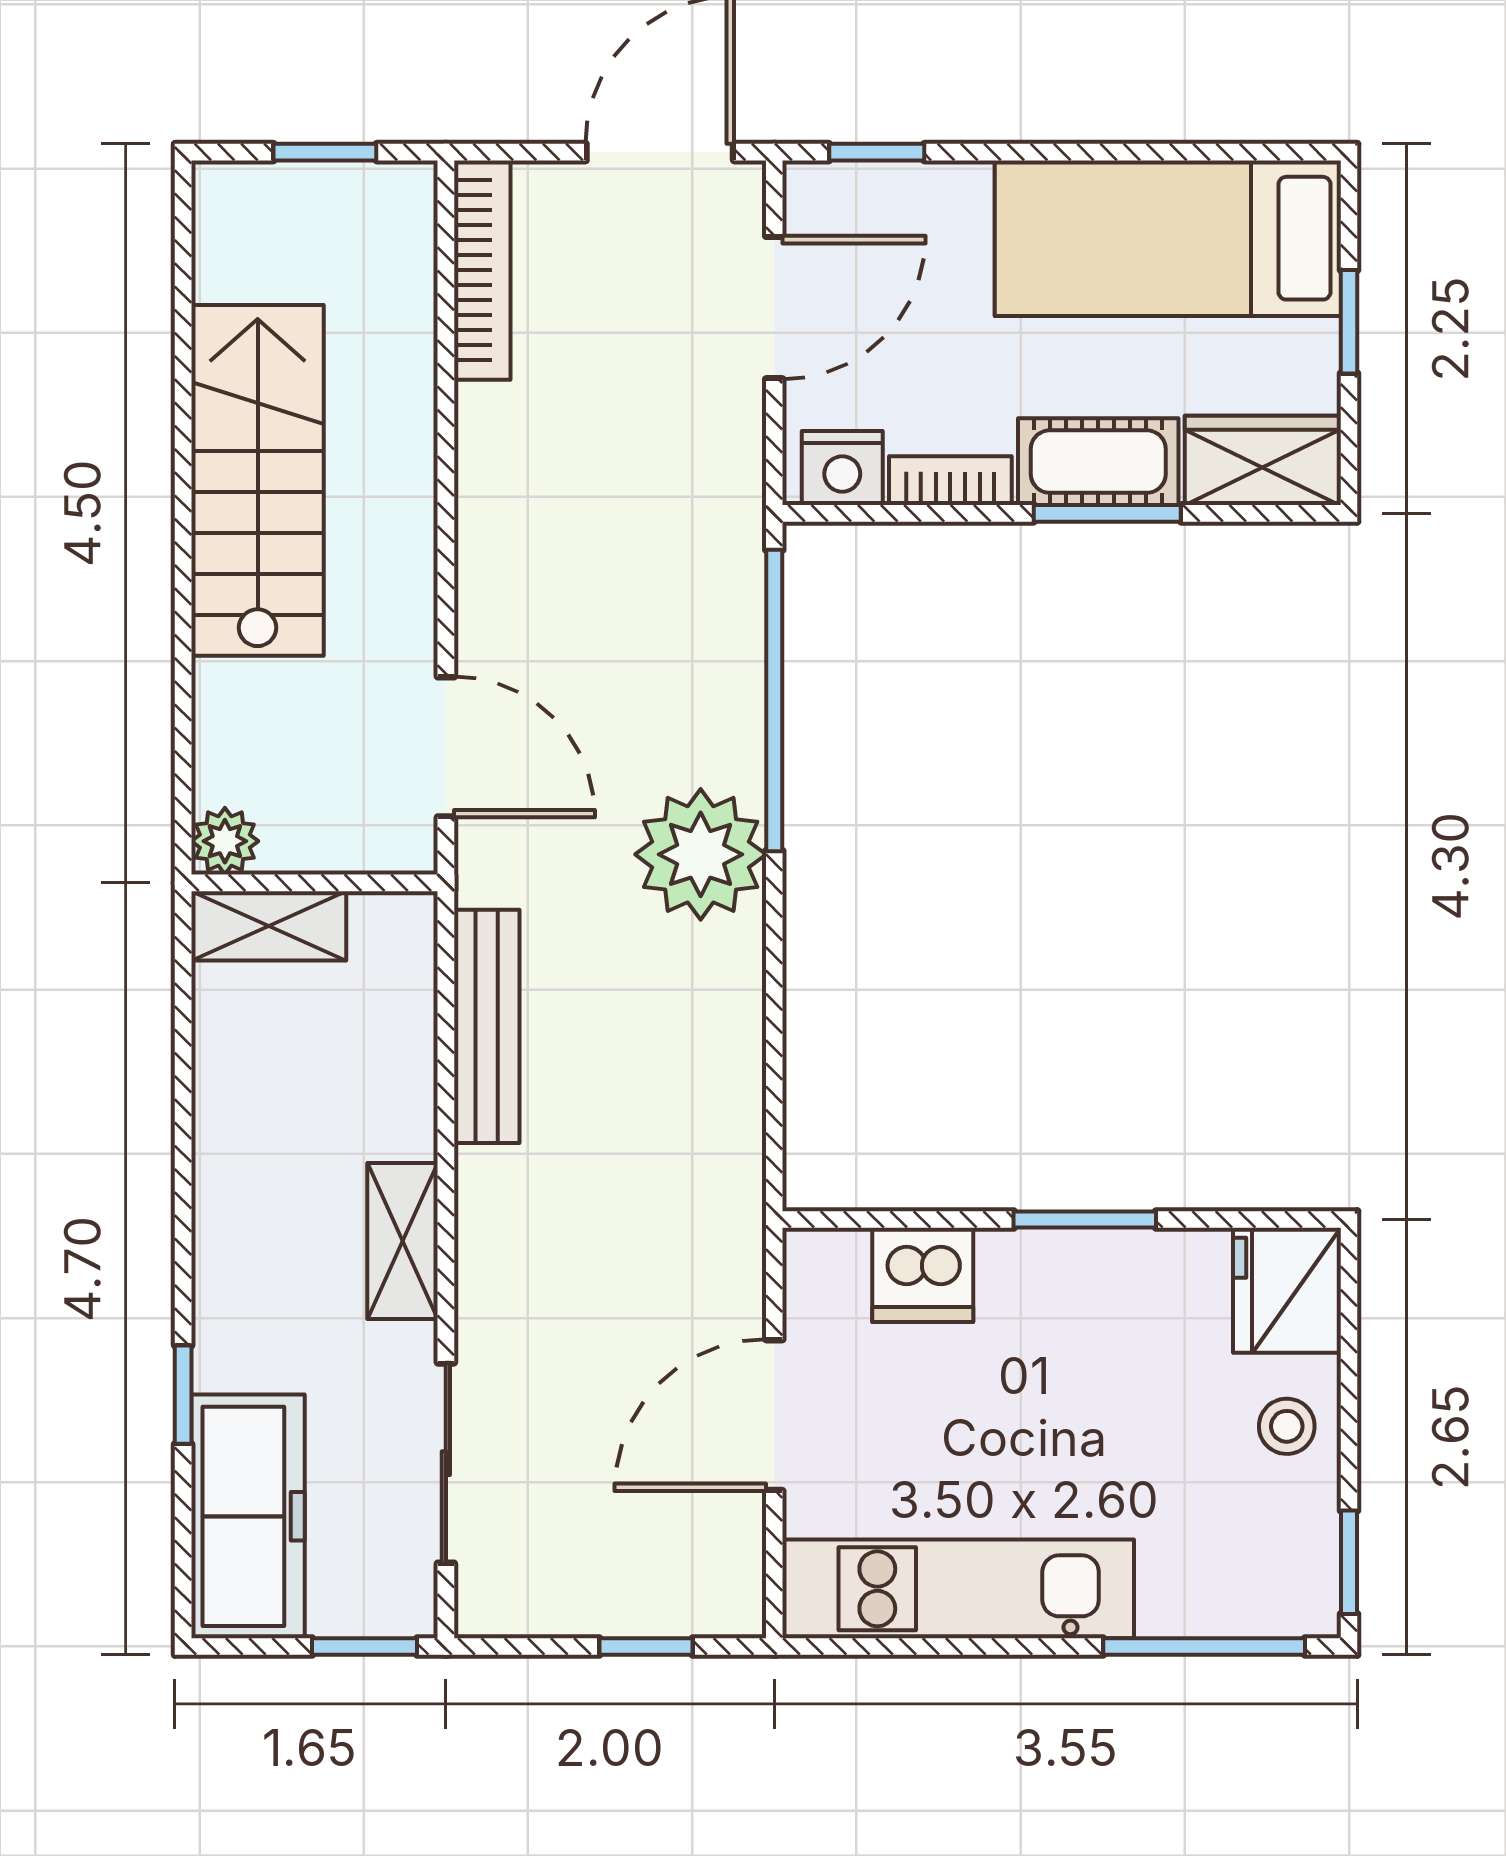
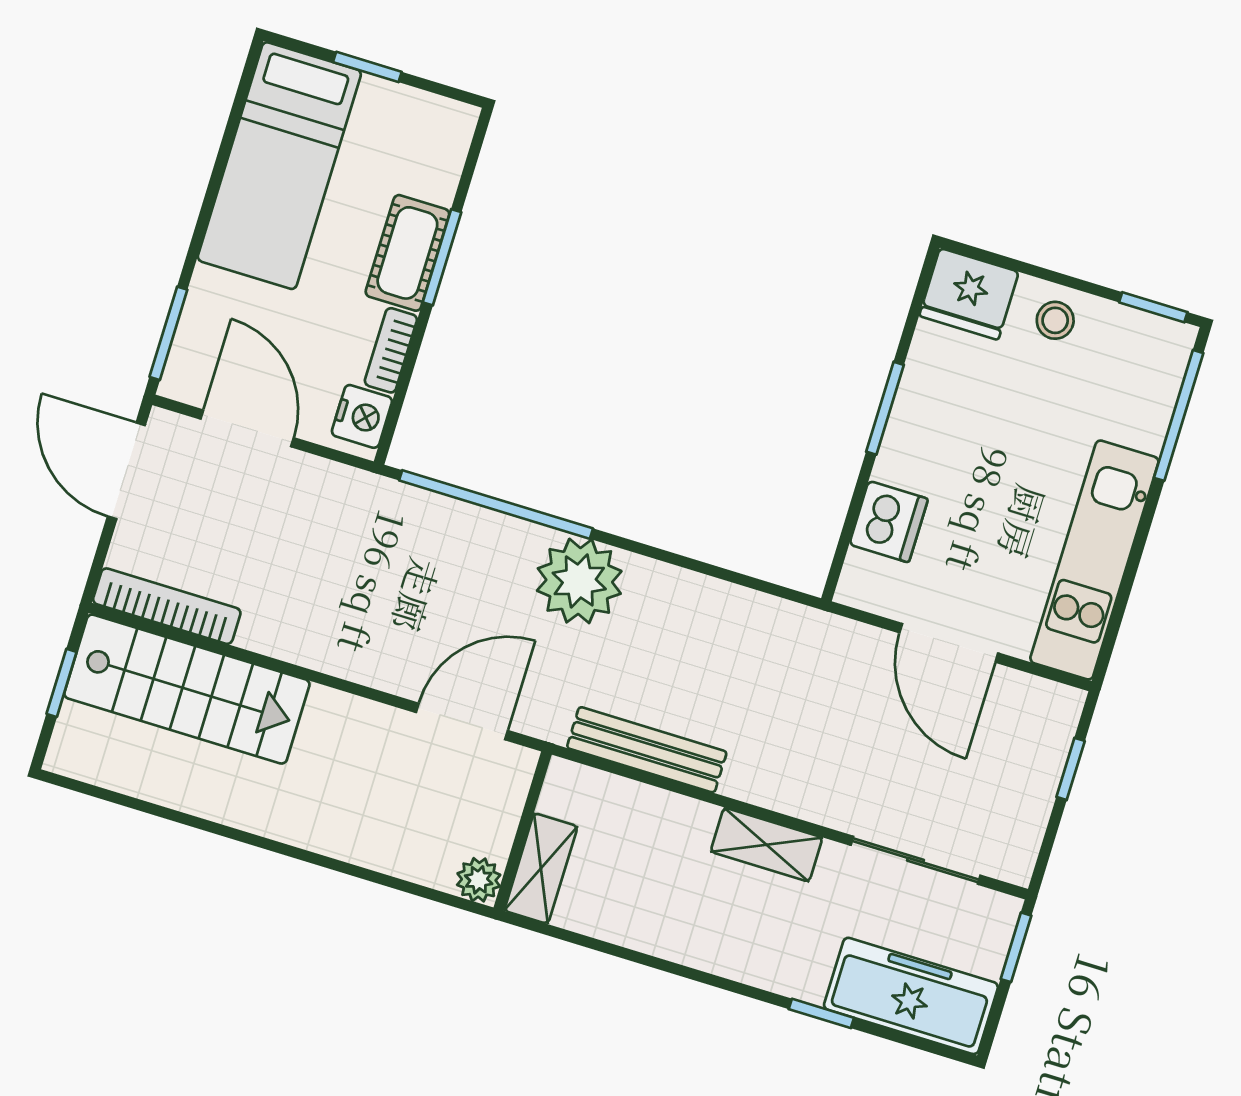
window: (877, 152) -> (168, 333), width x1.50
wardrobe: (1262, 460) -> (438, 149), removed
stairs: (258, 480) -> (187, 689), moved, turned 180

